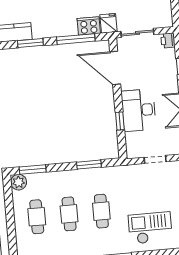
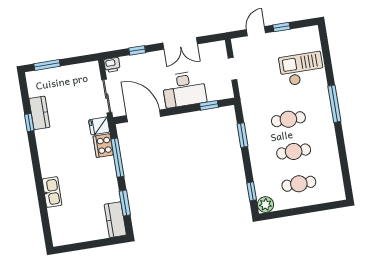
door: (115, 68) -> (144, 116), swing flipped
window: (120, 121) -> (209, 105), moved
window: (33, 169) -> (252, 191), width x0.67
checkout: (150, 228) -> (302, 69), turned 90

